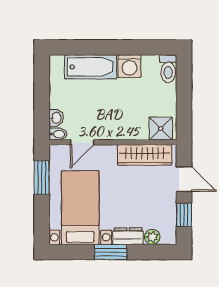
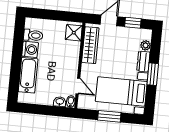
toilet: (168, 69) -> (33, 35), moved
window: (42, 177) -> (109, 116), moved

